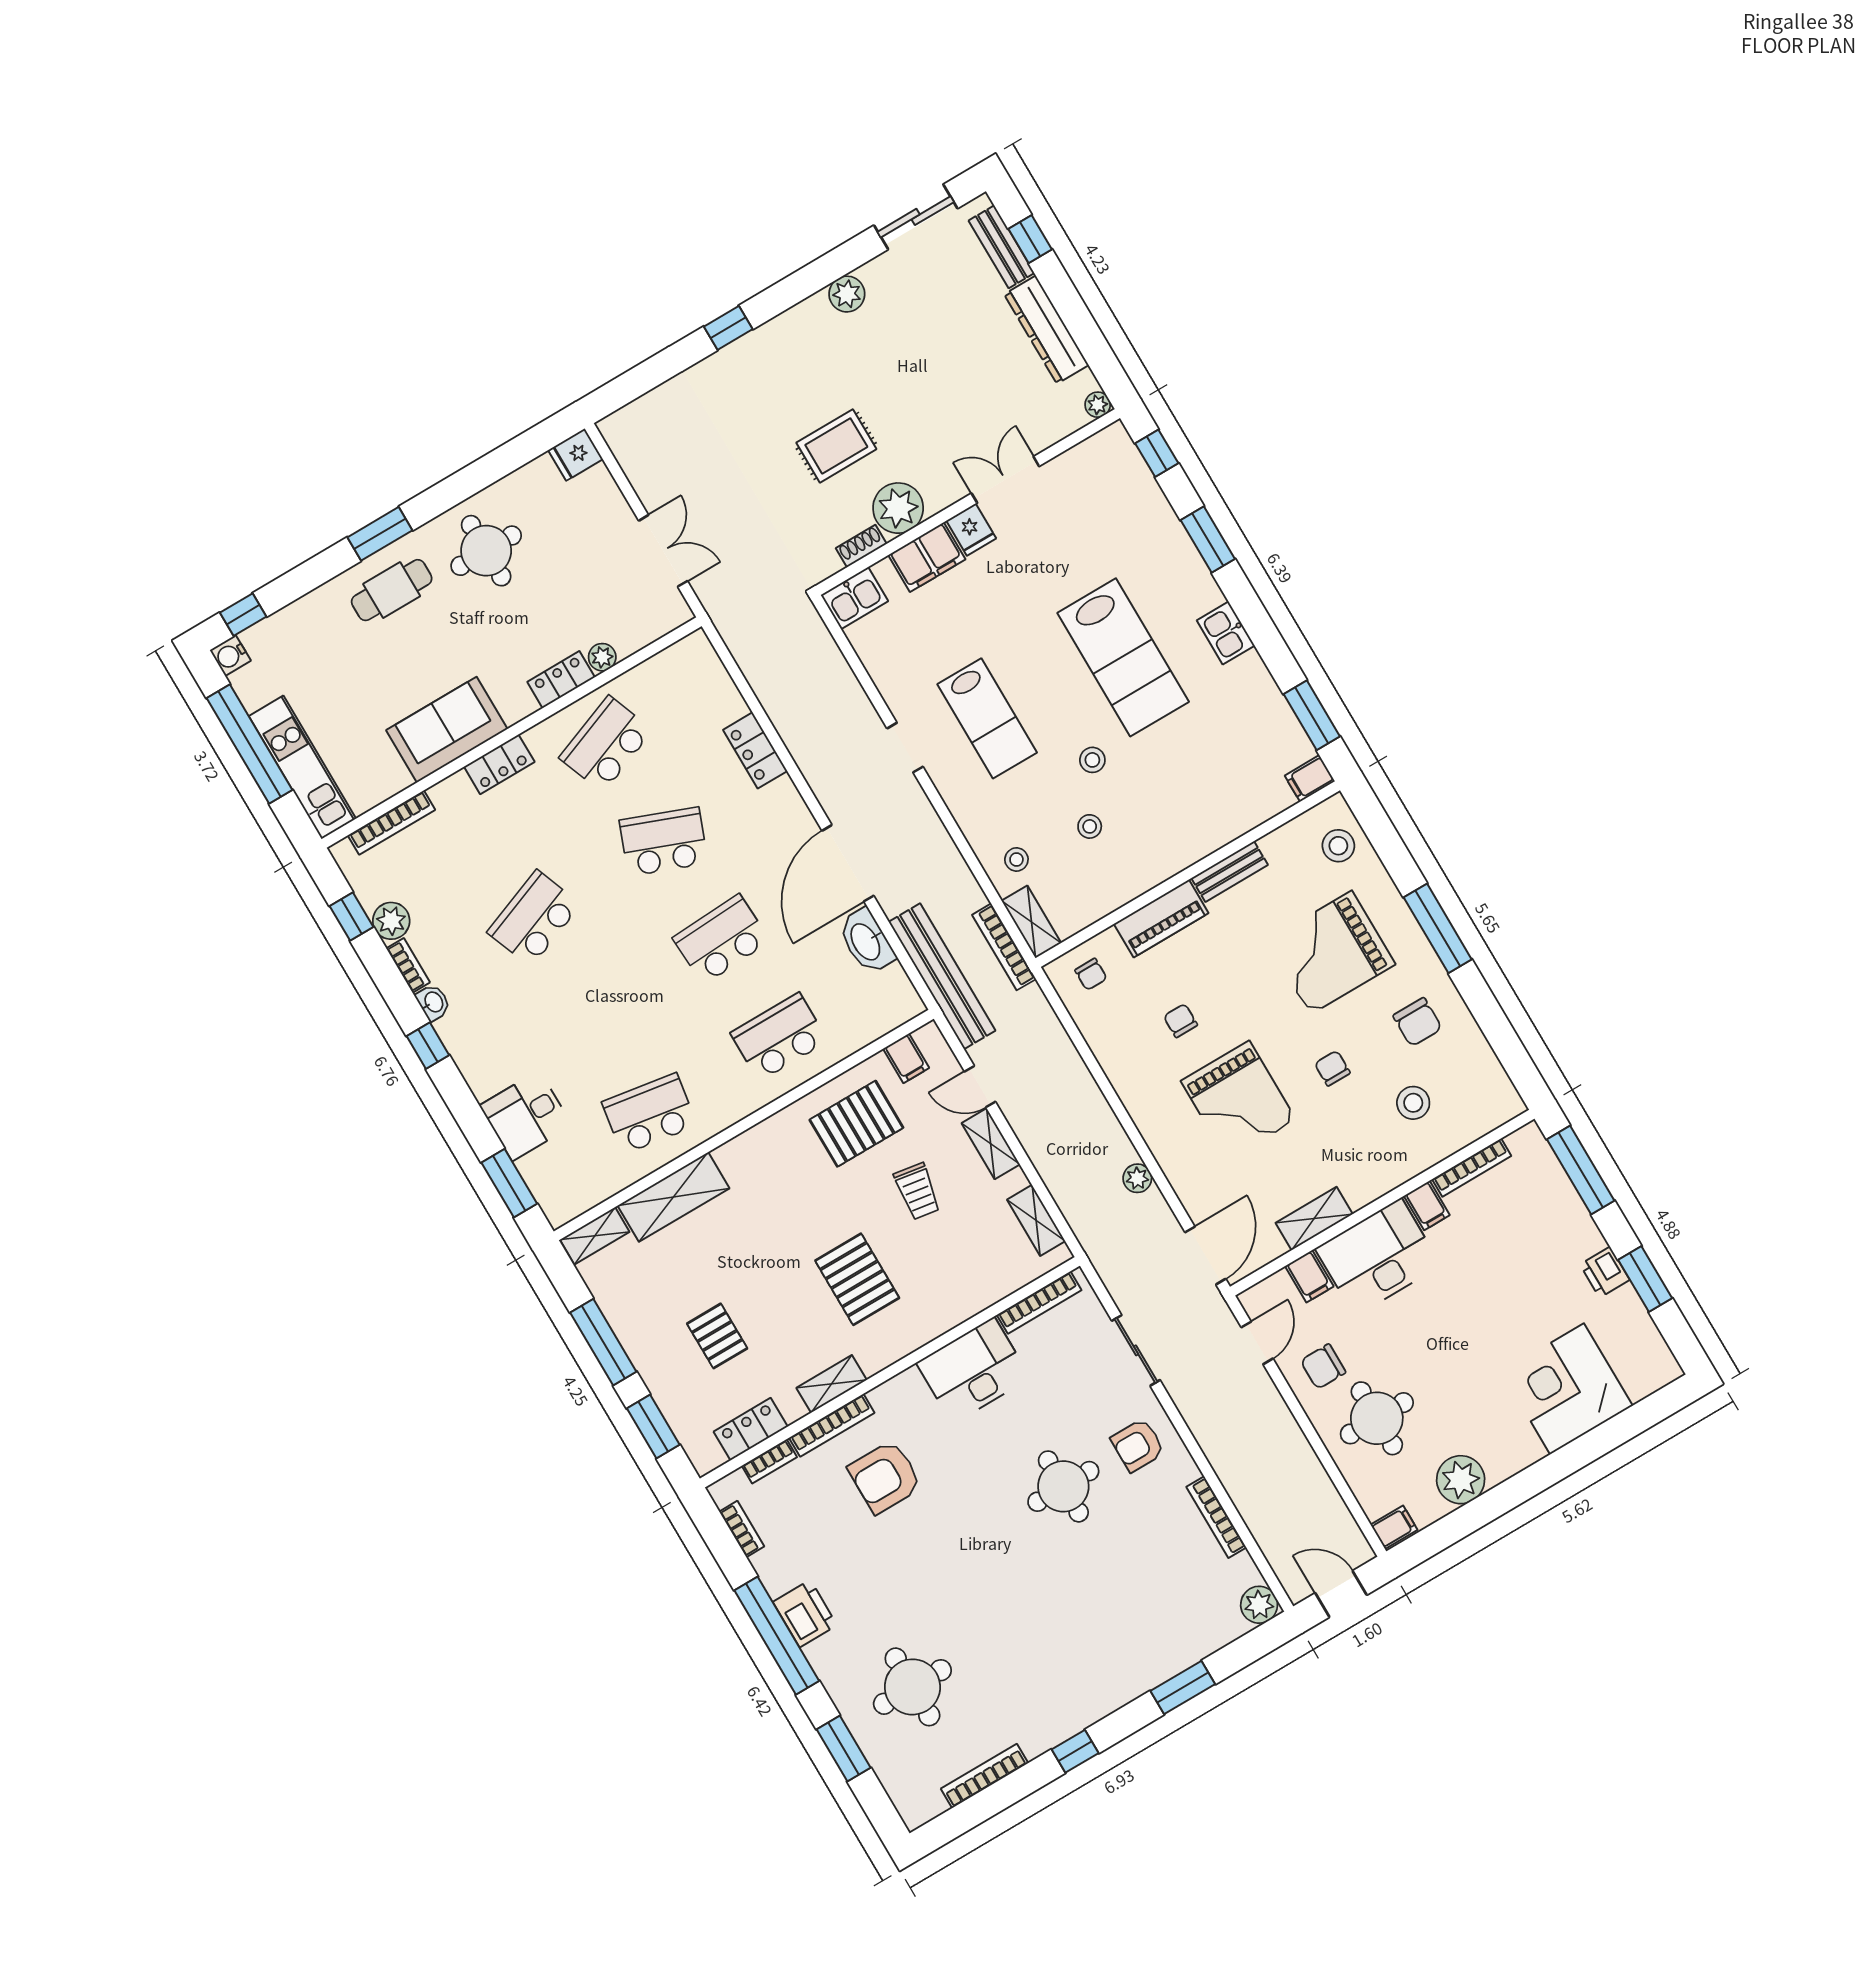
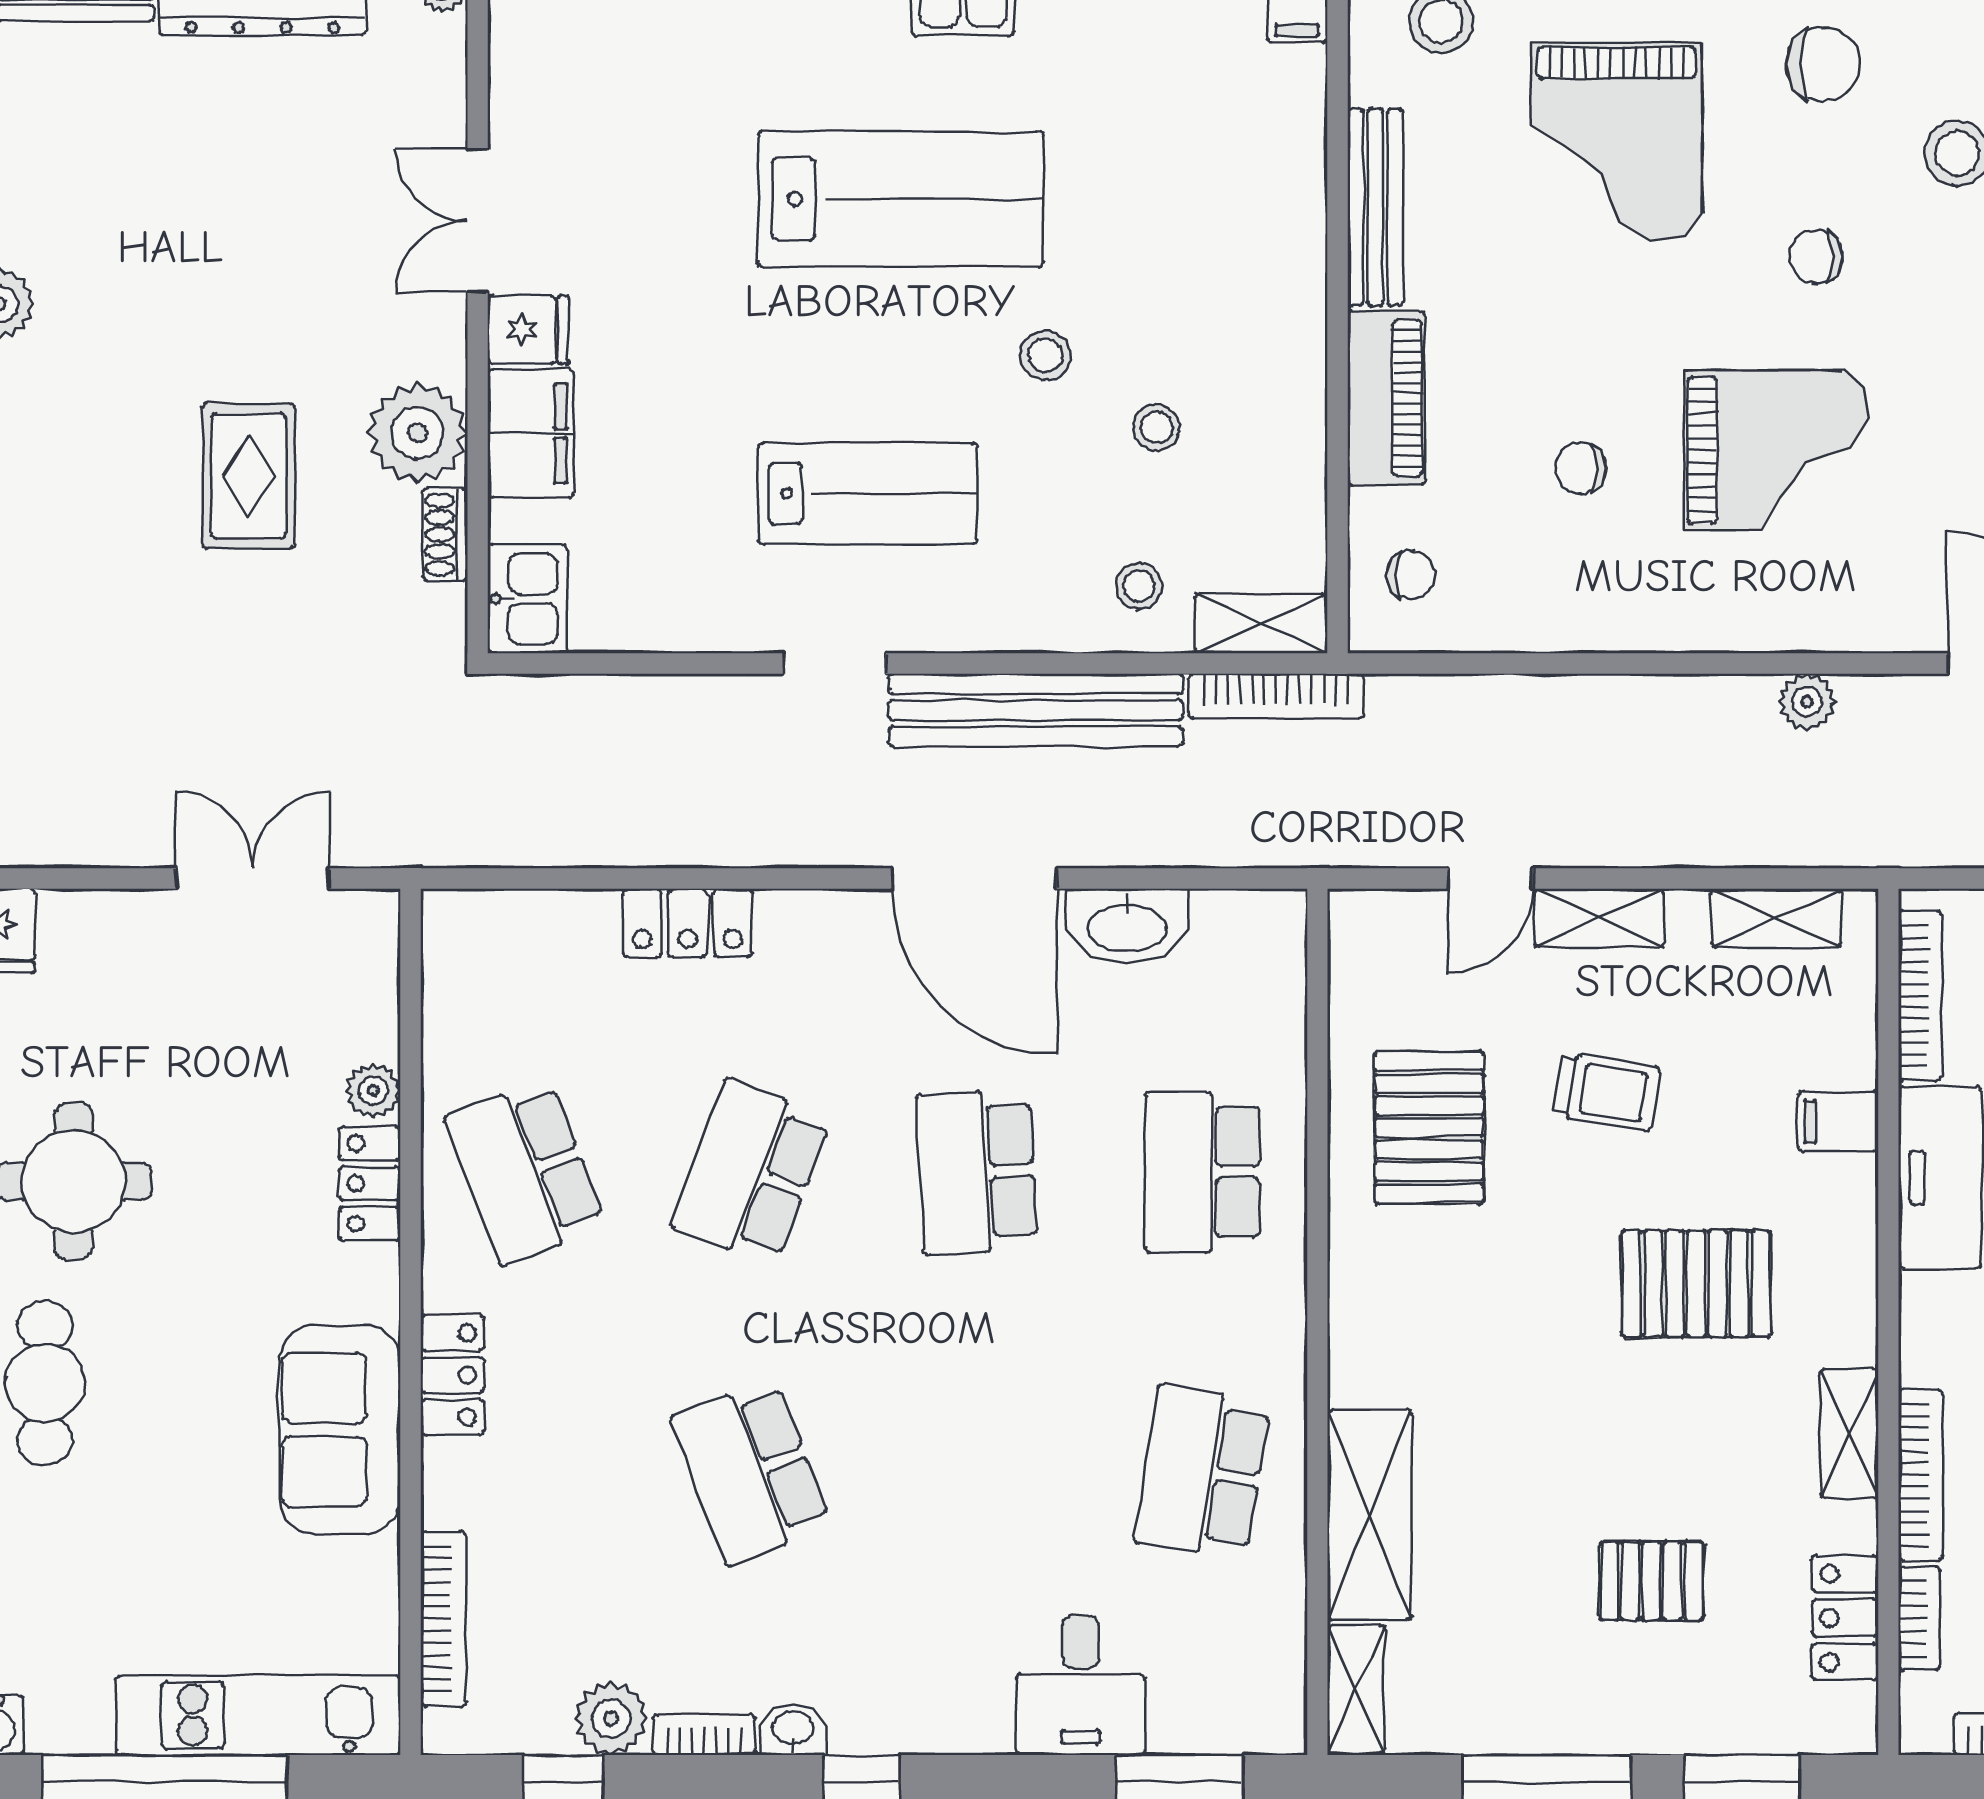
bench: (1230, 872) -> (1375, 207), width x1.36
bench: (942, 976) -> (1036, 710), moved
filing cabinet: (906, 1058) -> (1838, 1121), moved, turned 180

